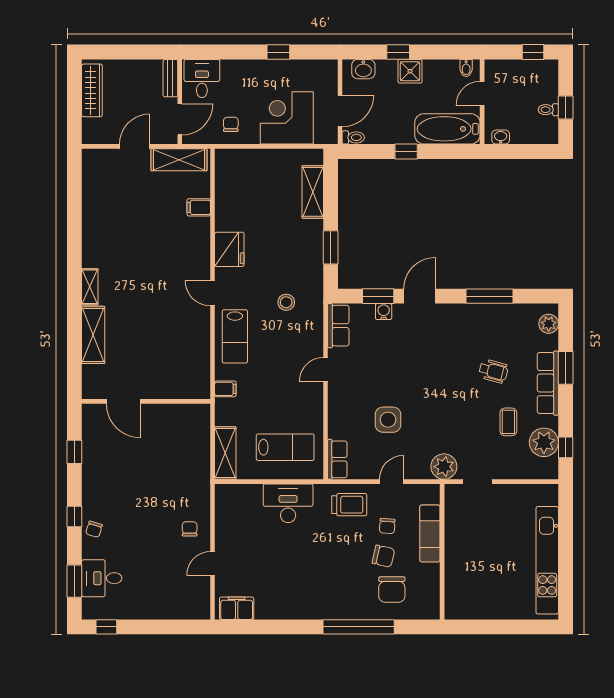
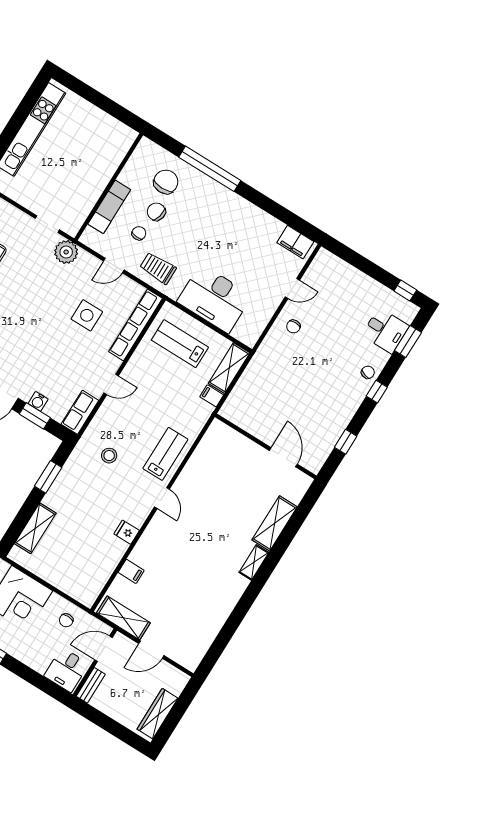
fridge: (229, 249) -> (127, 532), width x0.53, depth x0.75
filing cabinet: (225, 389) -> (212, 396), moved
row of seats: (337, 459) -> (135, 325), width x2.02
desk: (288, 503) -> (214, 299), width x1.36, depth x1.30

